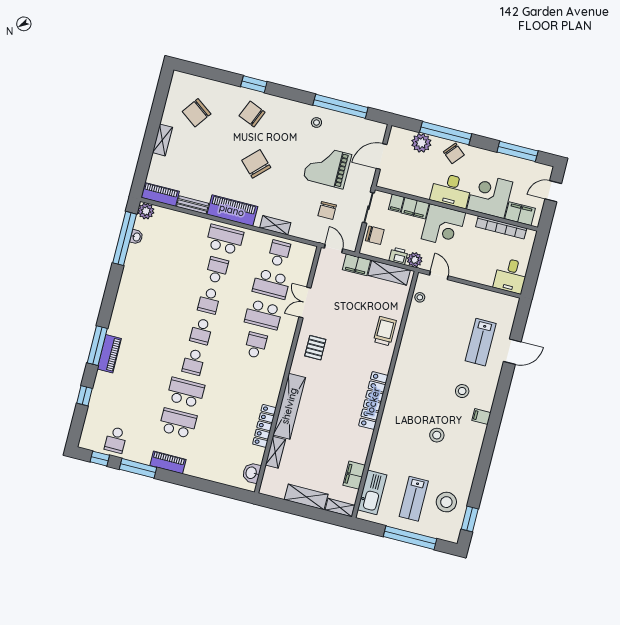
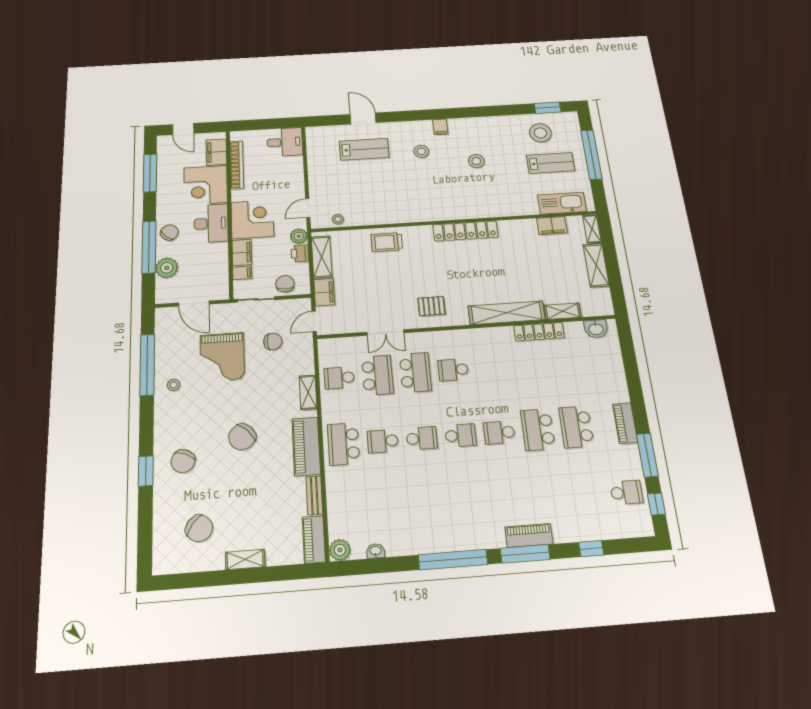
window: (125, 238) -> (453, 560), moved
school desk: (193, 362) -> (499, 433), turned 180

